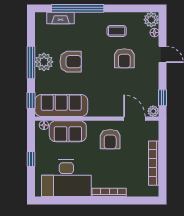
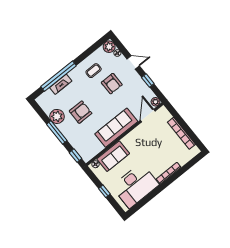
fireplace: (60, 18) -> (61, 84), moved
plant: (44, 62) -> (57, 116), moved
window: (163, 98) -> (148, 81), moved
sofa: (61, 106) -> (116, 128), moved
door: (134, 119) -> (148, 116), hinge flipped
armchair: (110, 139) -> (143, 140), removed

